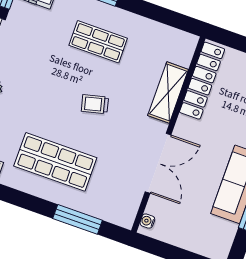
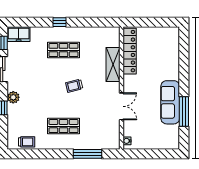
shop shelf: (55, 162) -> (64, 126), width x0.70, depth x0.74
double door: (158, 163) -> (121, 106), width x0.73

